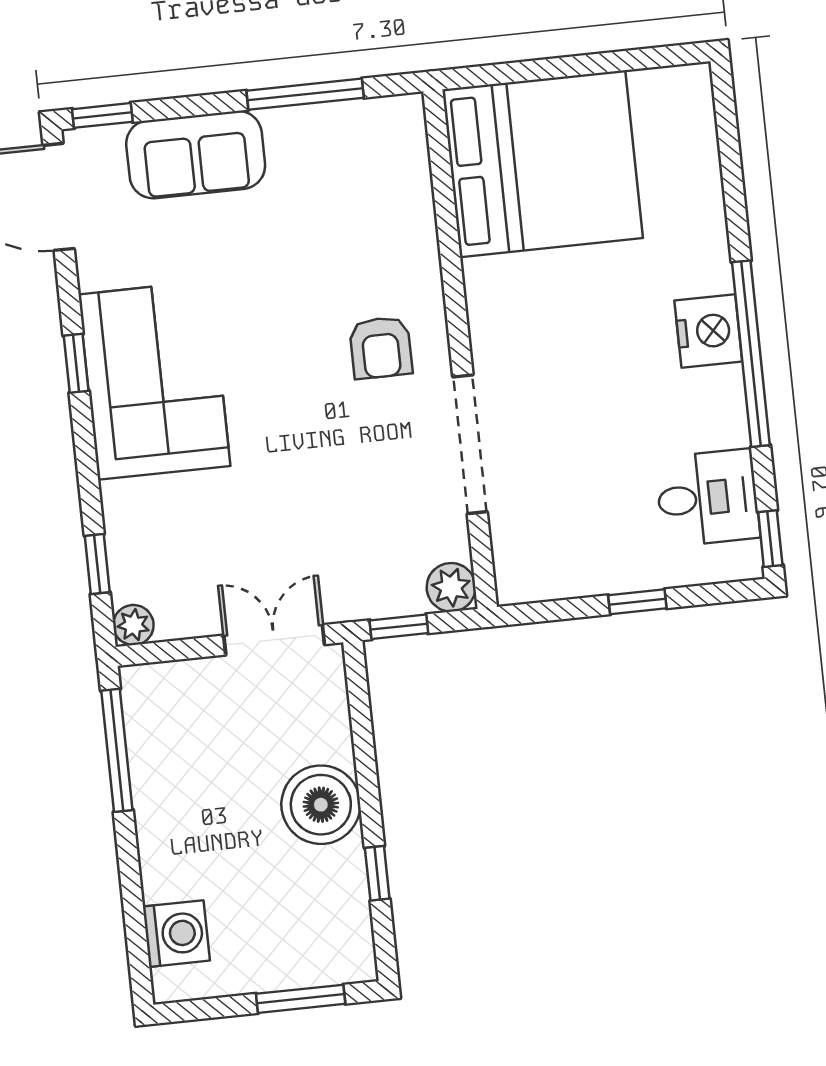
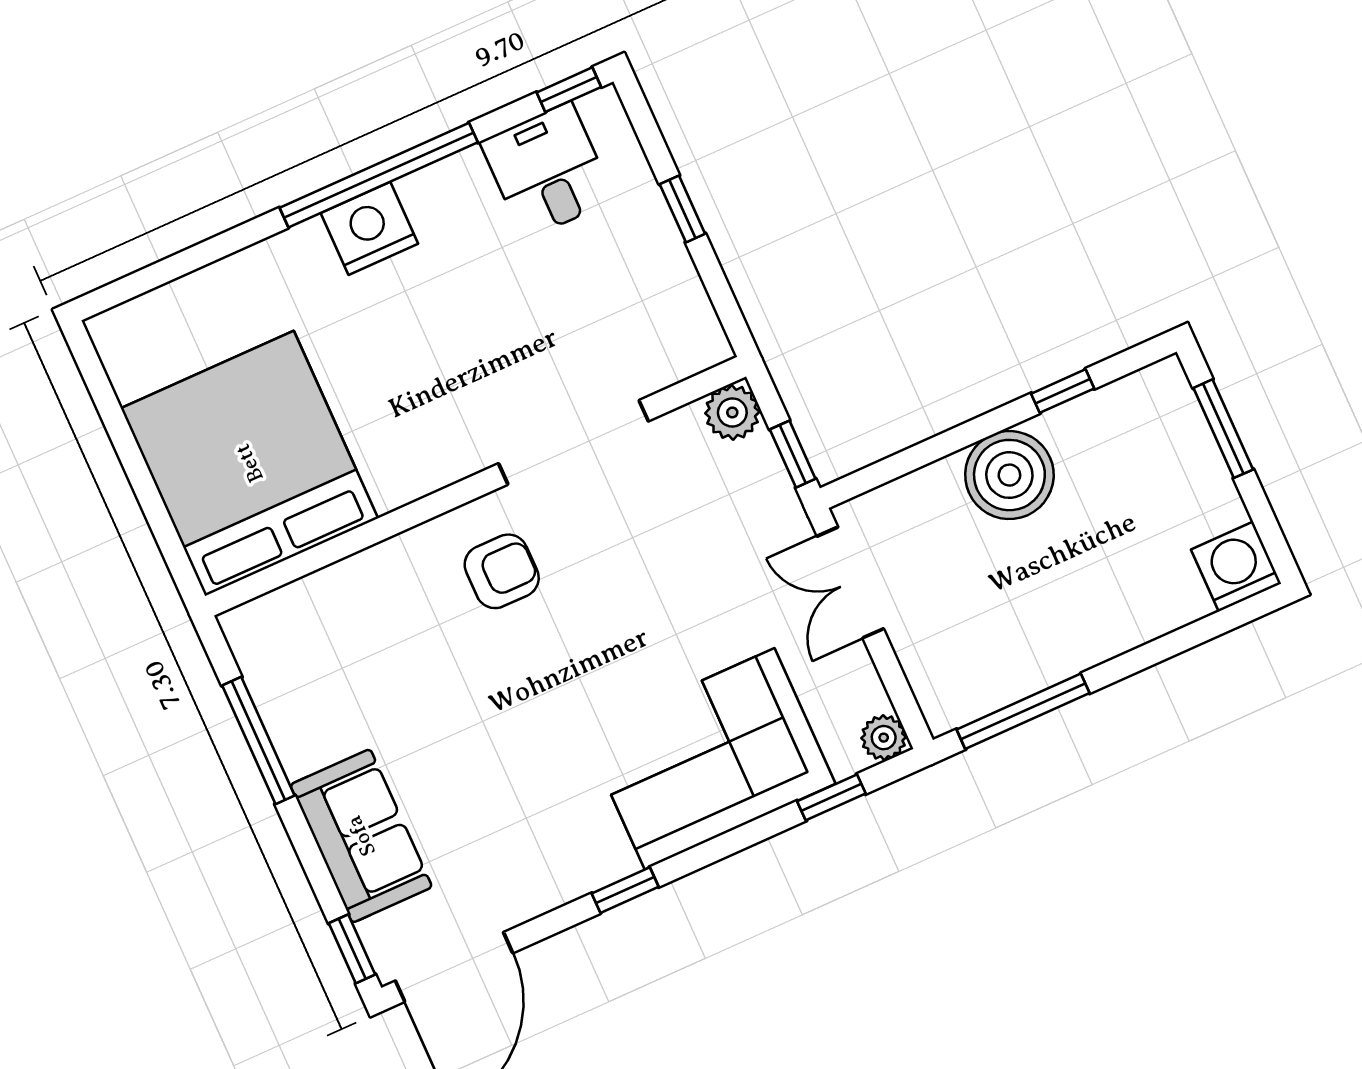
corner sofa: (154, 380) -> (710, 759), moved
washing machine: (176, 934) -> (1236, 566), moved

